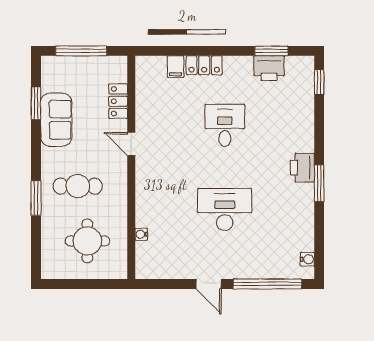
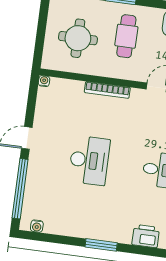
printer: (302, 168) -> (146, 236), moved
bookcase: (142, 200) -> (107, 90), added
water cooler: (141, 234) -> (44, 81), moved

